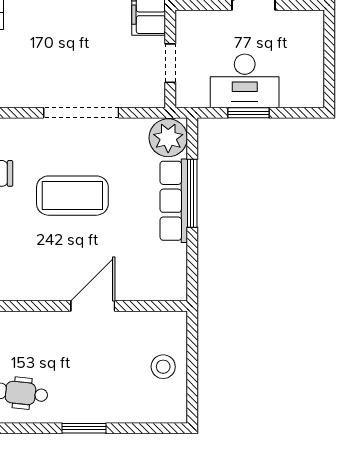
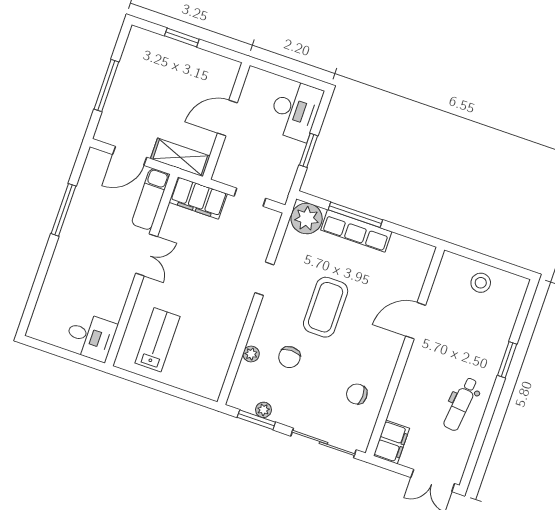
desk: (245, 81) -> (295, 110), moved
doorway: (81, 113) -> (264, 279), width x0.53
door: (93, 306) -> (416, 321), hinge flipped

